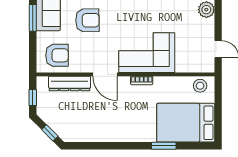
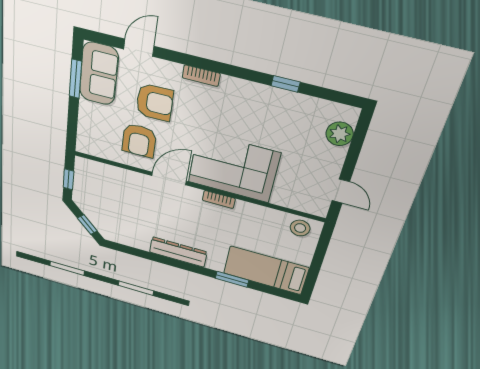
armchair: (57, 55) -> (139, 141), moved, turned 90
door: (105, 74) -> (169, 178), swing flipped
dresser: (70, 84) -> (178, 252), moved, turned 180
bed: (186, 123) -> (266, 270), width x0.67

